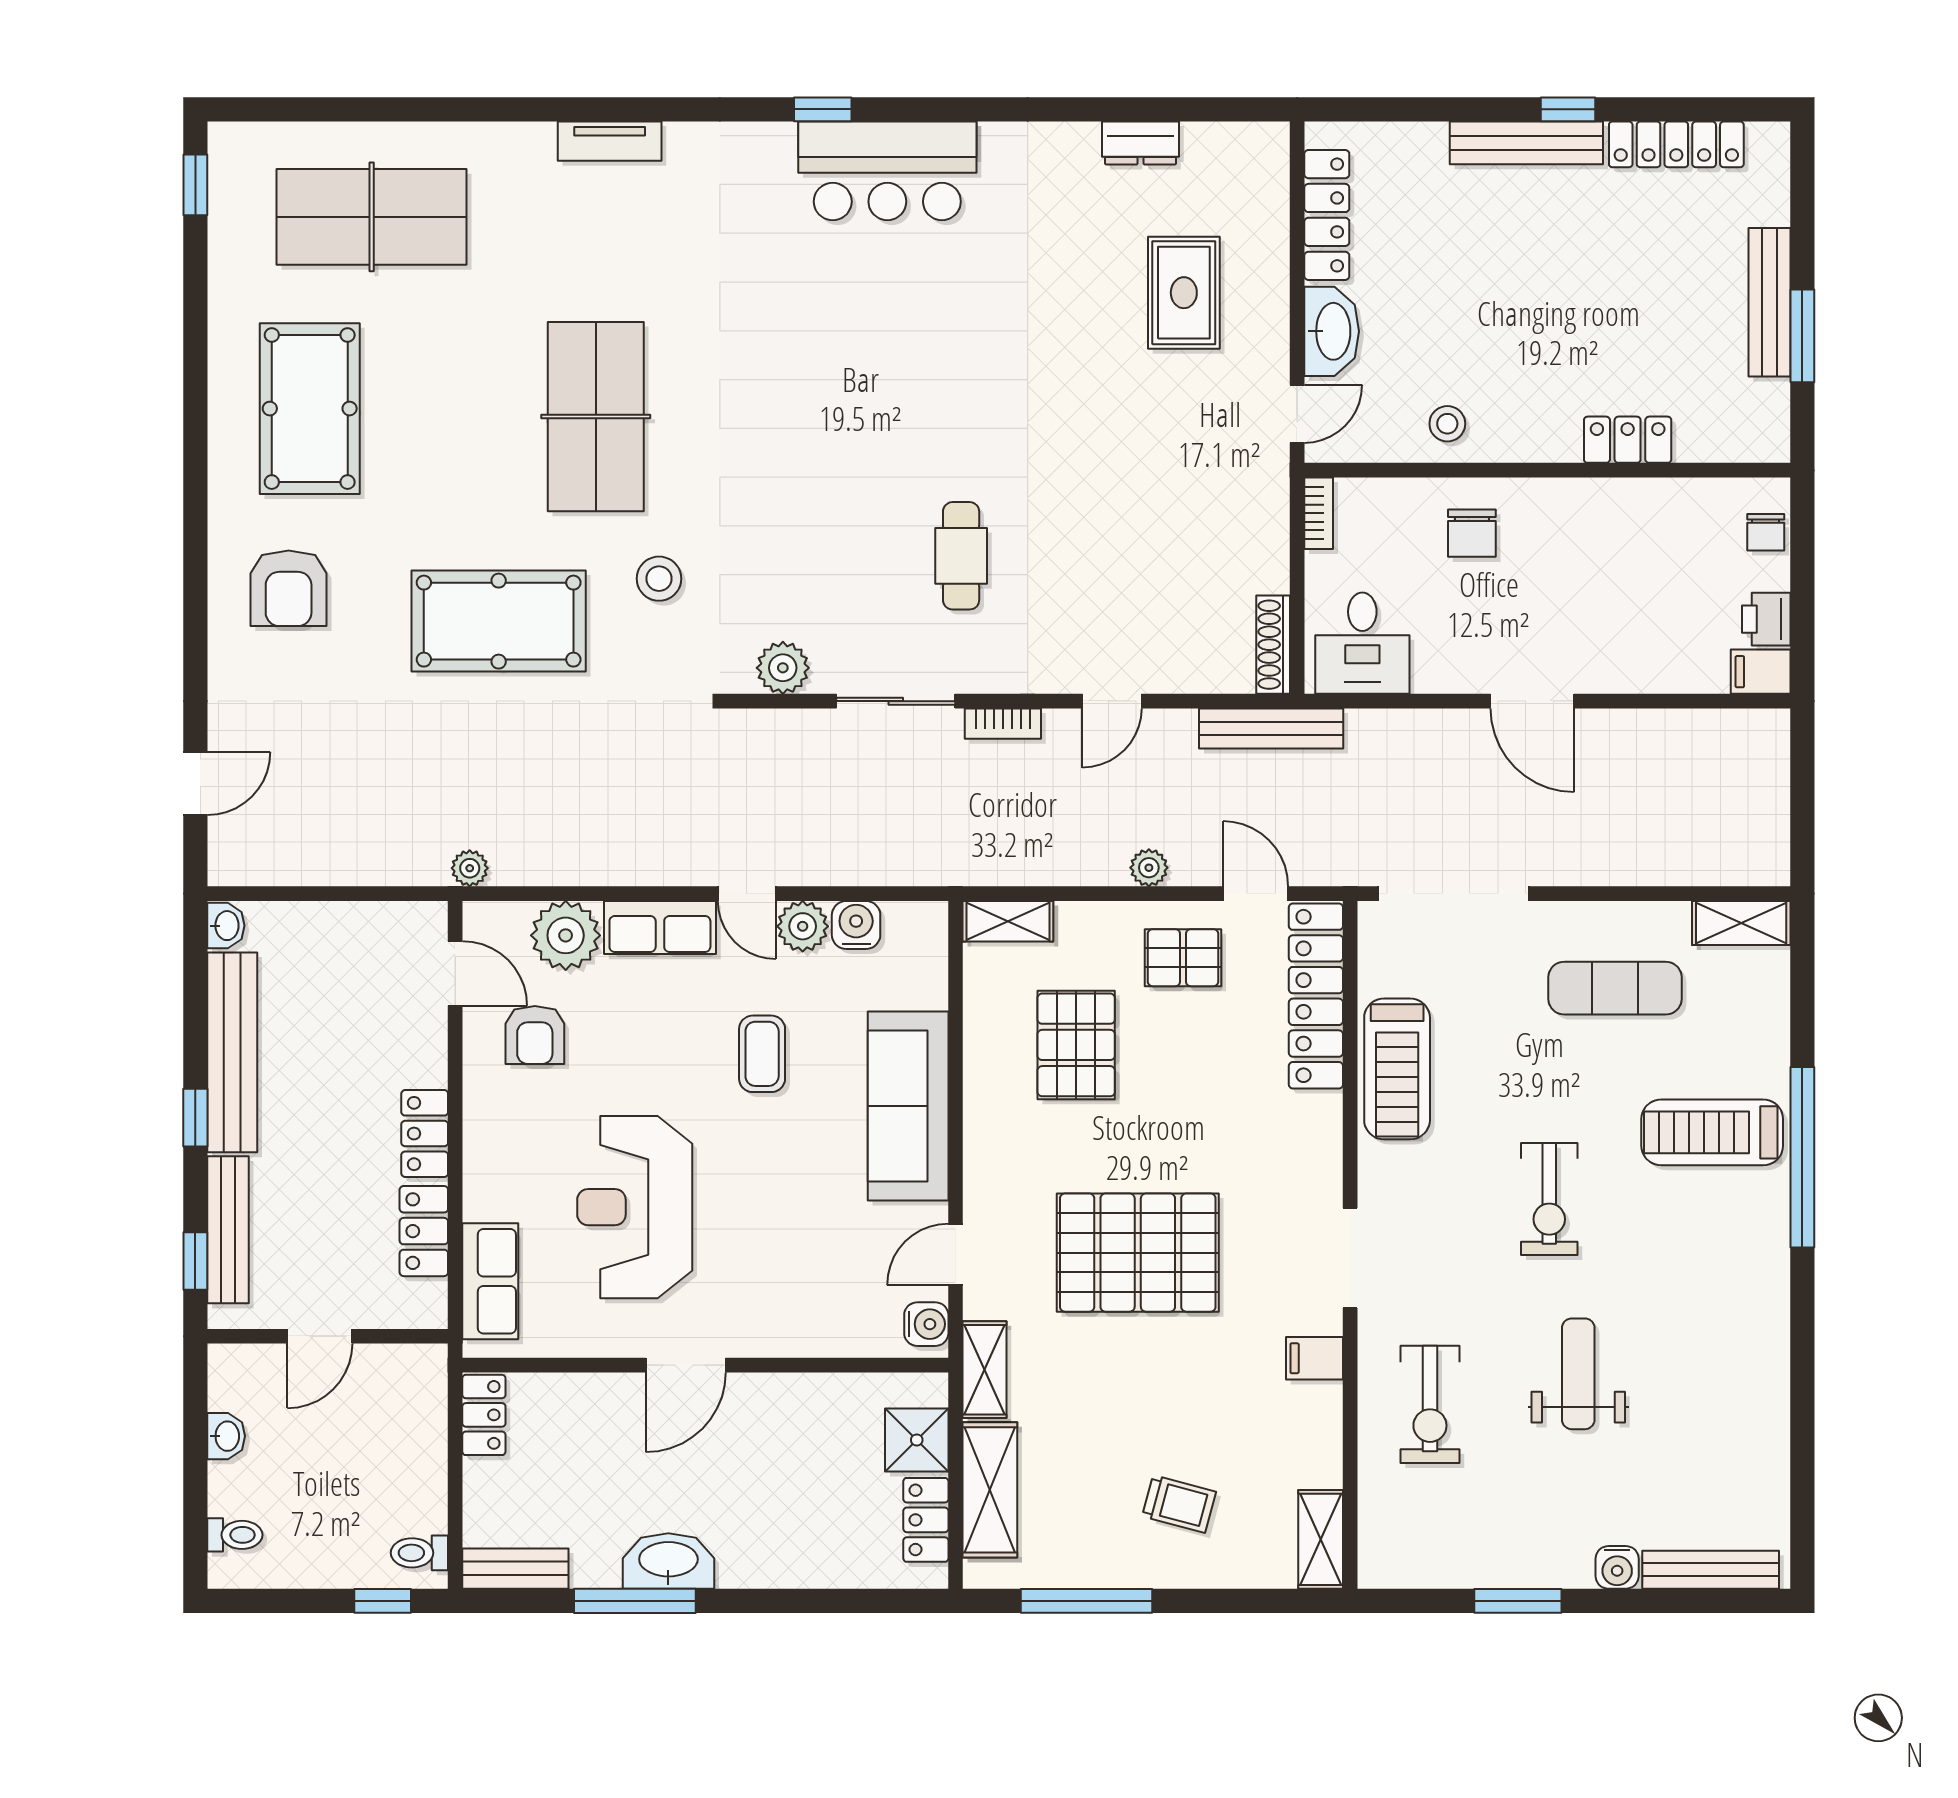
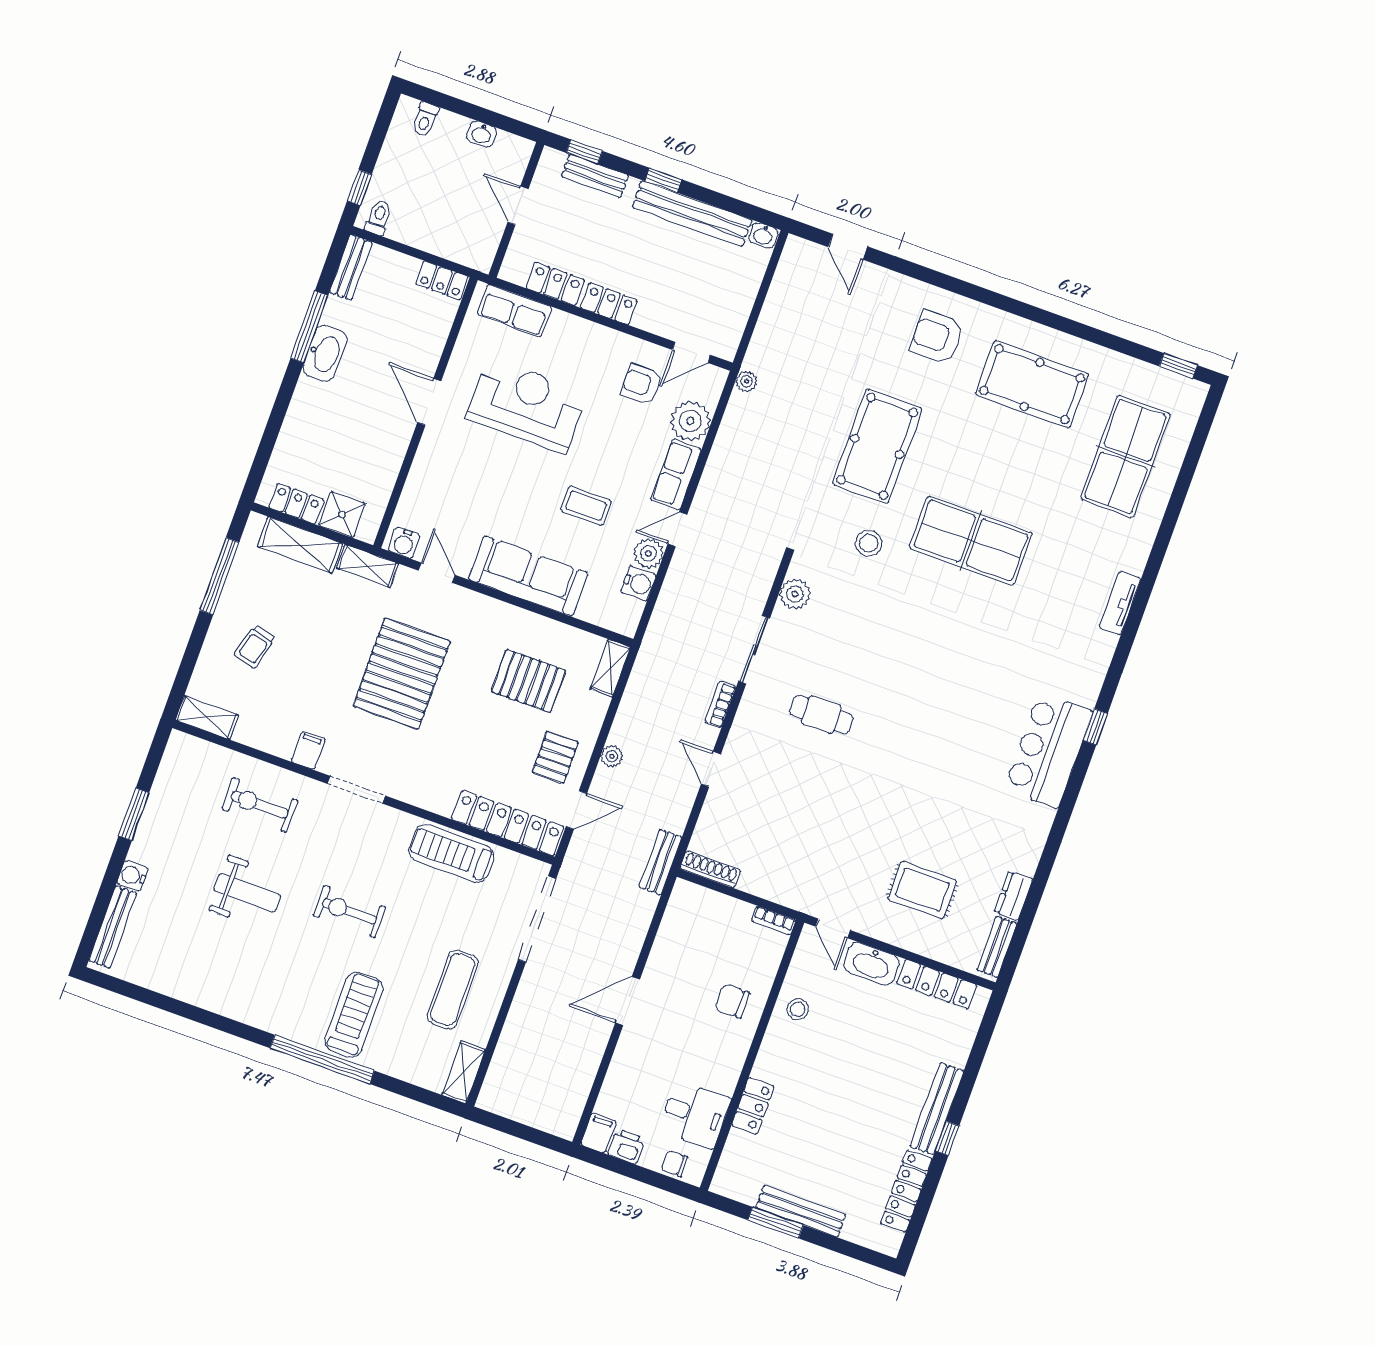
bench: (1232, 140) -> (997, 947), added
desk: (1362, 643) -> (695, 1114), moved, turned 180
bench: (1271, 729) -> (661, 862), width x0.73
bench: (228, 1230) -> (595, 176), width x0.73

